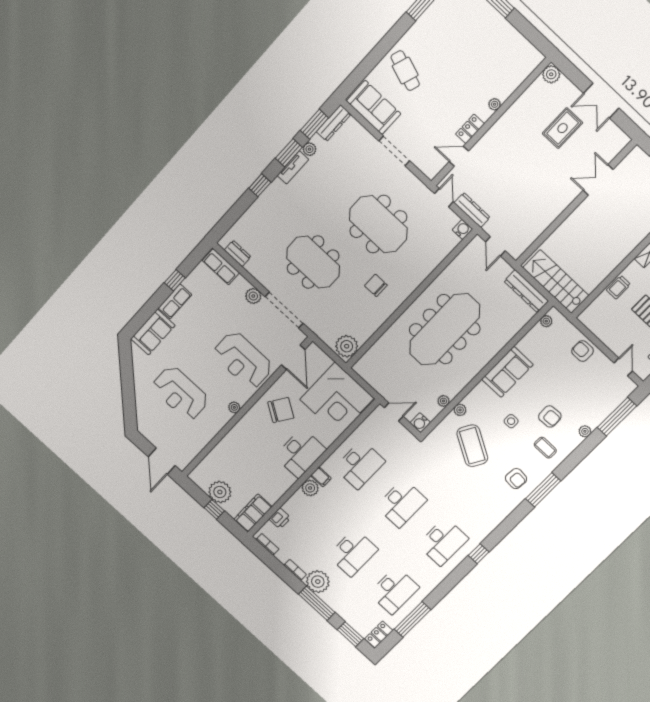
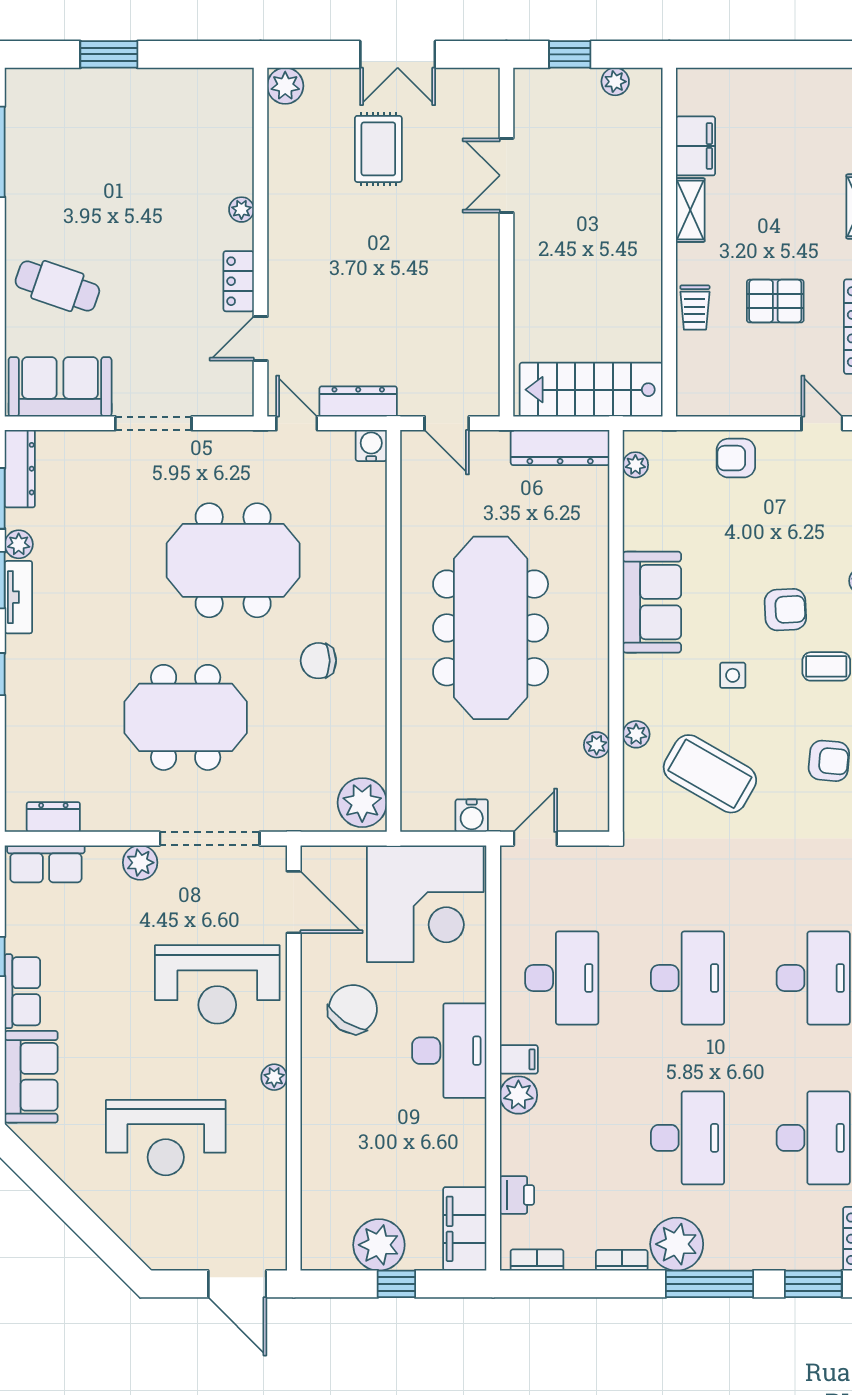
water cooler: (420, 423) -> (472, 816), moved

